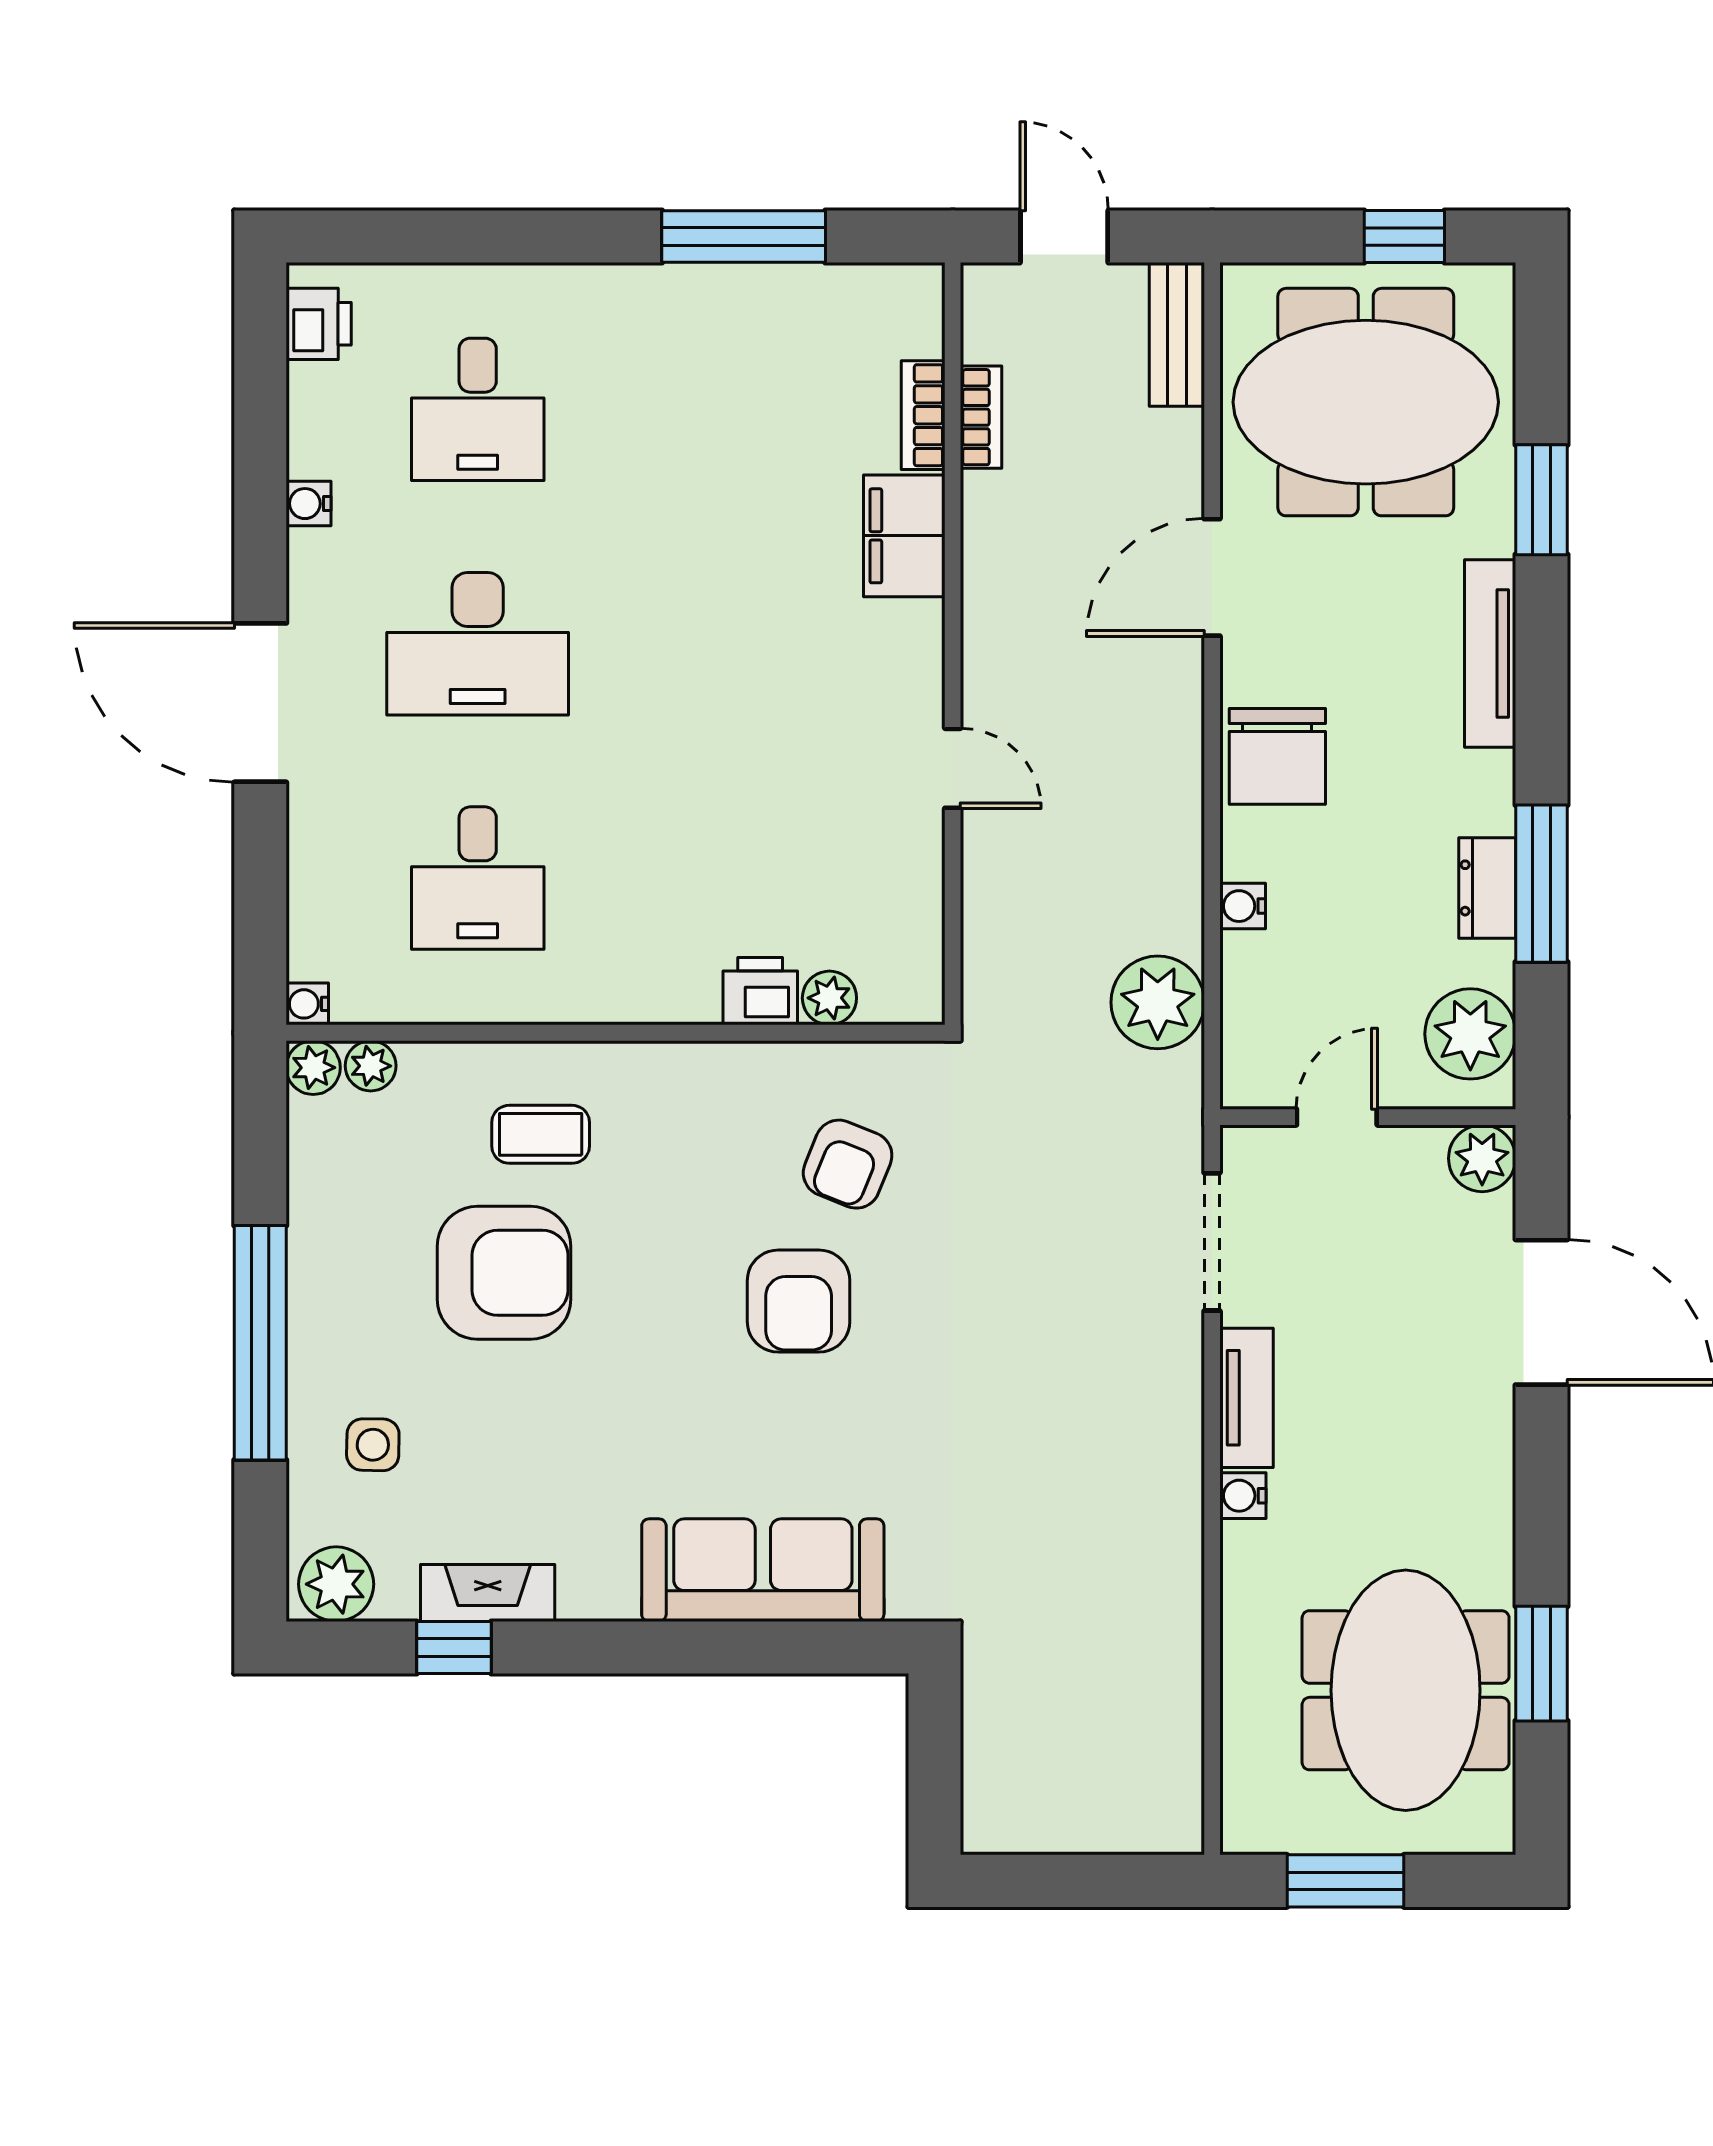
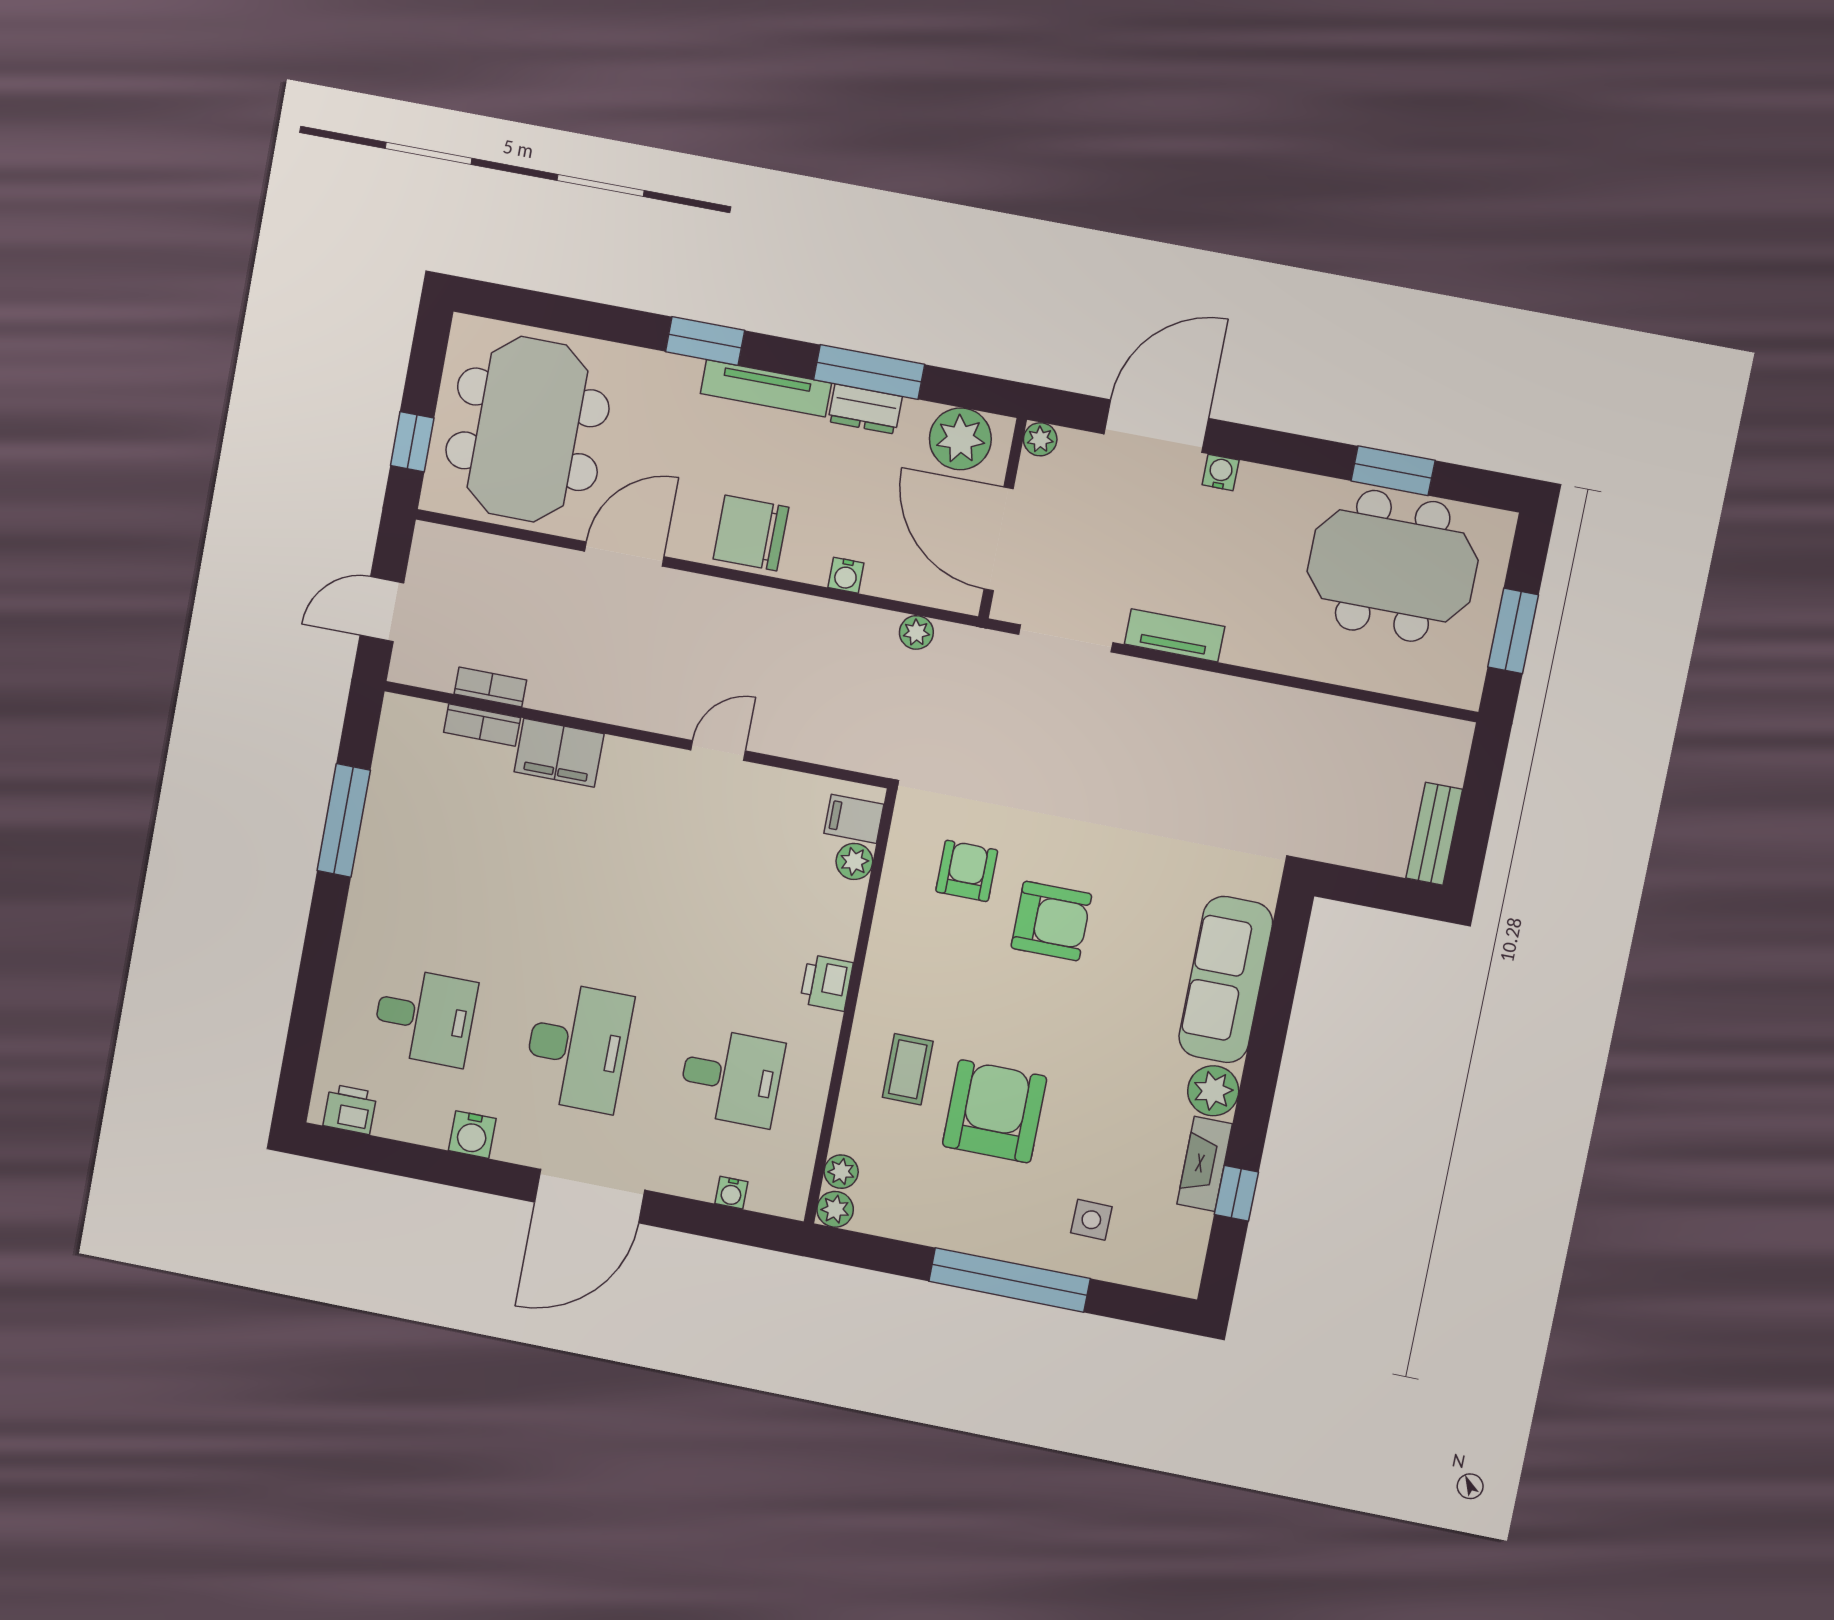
window: (1404, 237) -> (412, 442), moved
bench: (1177, 334) -> (1434, 834), moved, turned 90
window: (1541, 500) -> (705, 341), moved
water cooler: (308, 504) -> (472, 1135), width x1.38, depth x1.38
door: (1212, 577) -> (624, 554), swing flipped
tv unit: (1490, 653) -> (766, 388), moved
chair: (1277, 756) -> (751, 533), turned 180
filing cabinet: (891, 985) -> (854, 819), added
printer: (760, 991) -> (826, 983), moved
plant: (1158, 1002) -> (916, 632), width x0.53, depth x0.53
water cooler: (307, 1004) -> (731, 1193), moved
door: (1337, 1117) -> (999, 539), width x1.88
plant: (1482, 1158) -> (1040, 439), width x0.73, depth x0.73
armchair: (848, 1164) -> (967, 871), turned -112
water cooler: (1243, 1496) -> (1221, 472), moved, turned 180
plant: (336, 1584) -> (1213, 1091), moved

